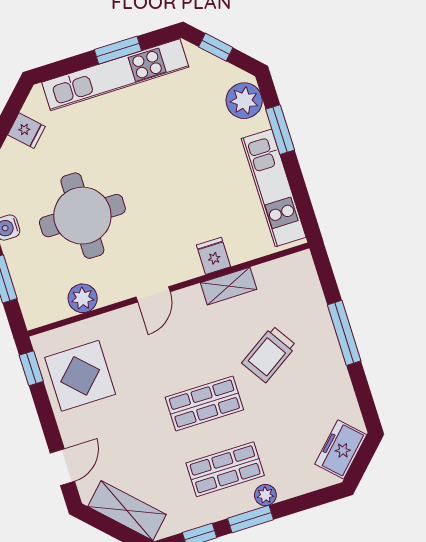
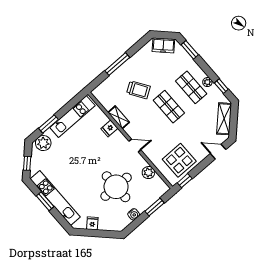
plant: (265, 495) -> (207, 82), moved
window: (250, 519) -> (190, 50), moved

